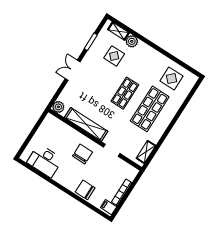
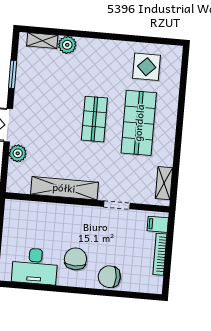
display table: (114, 56) -> (54, 77), removed
plant: (58, 107) -> (18, 153), moved
chair: (82, 154) -> (75, 259), moved
filing cabinet: (109, 207) -> (158, 224), moved

